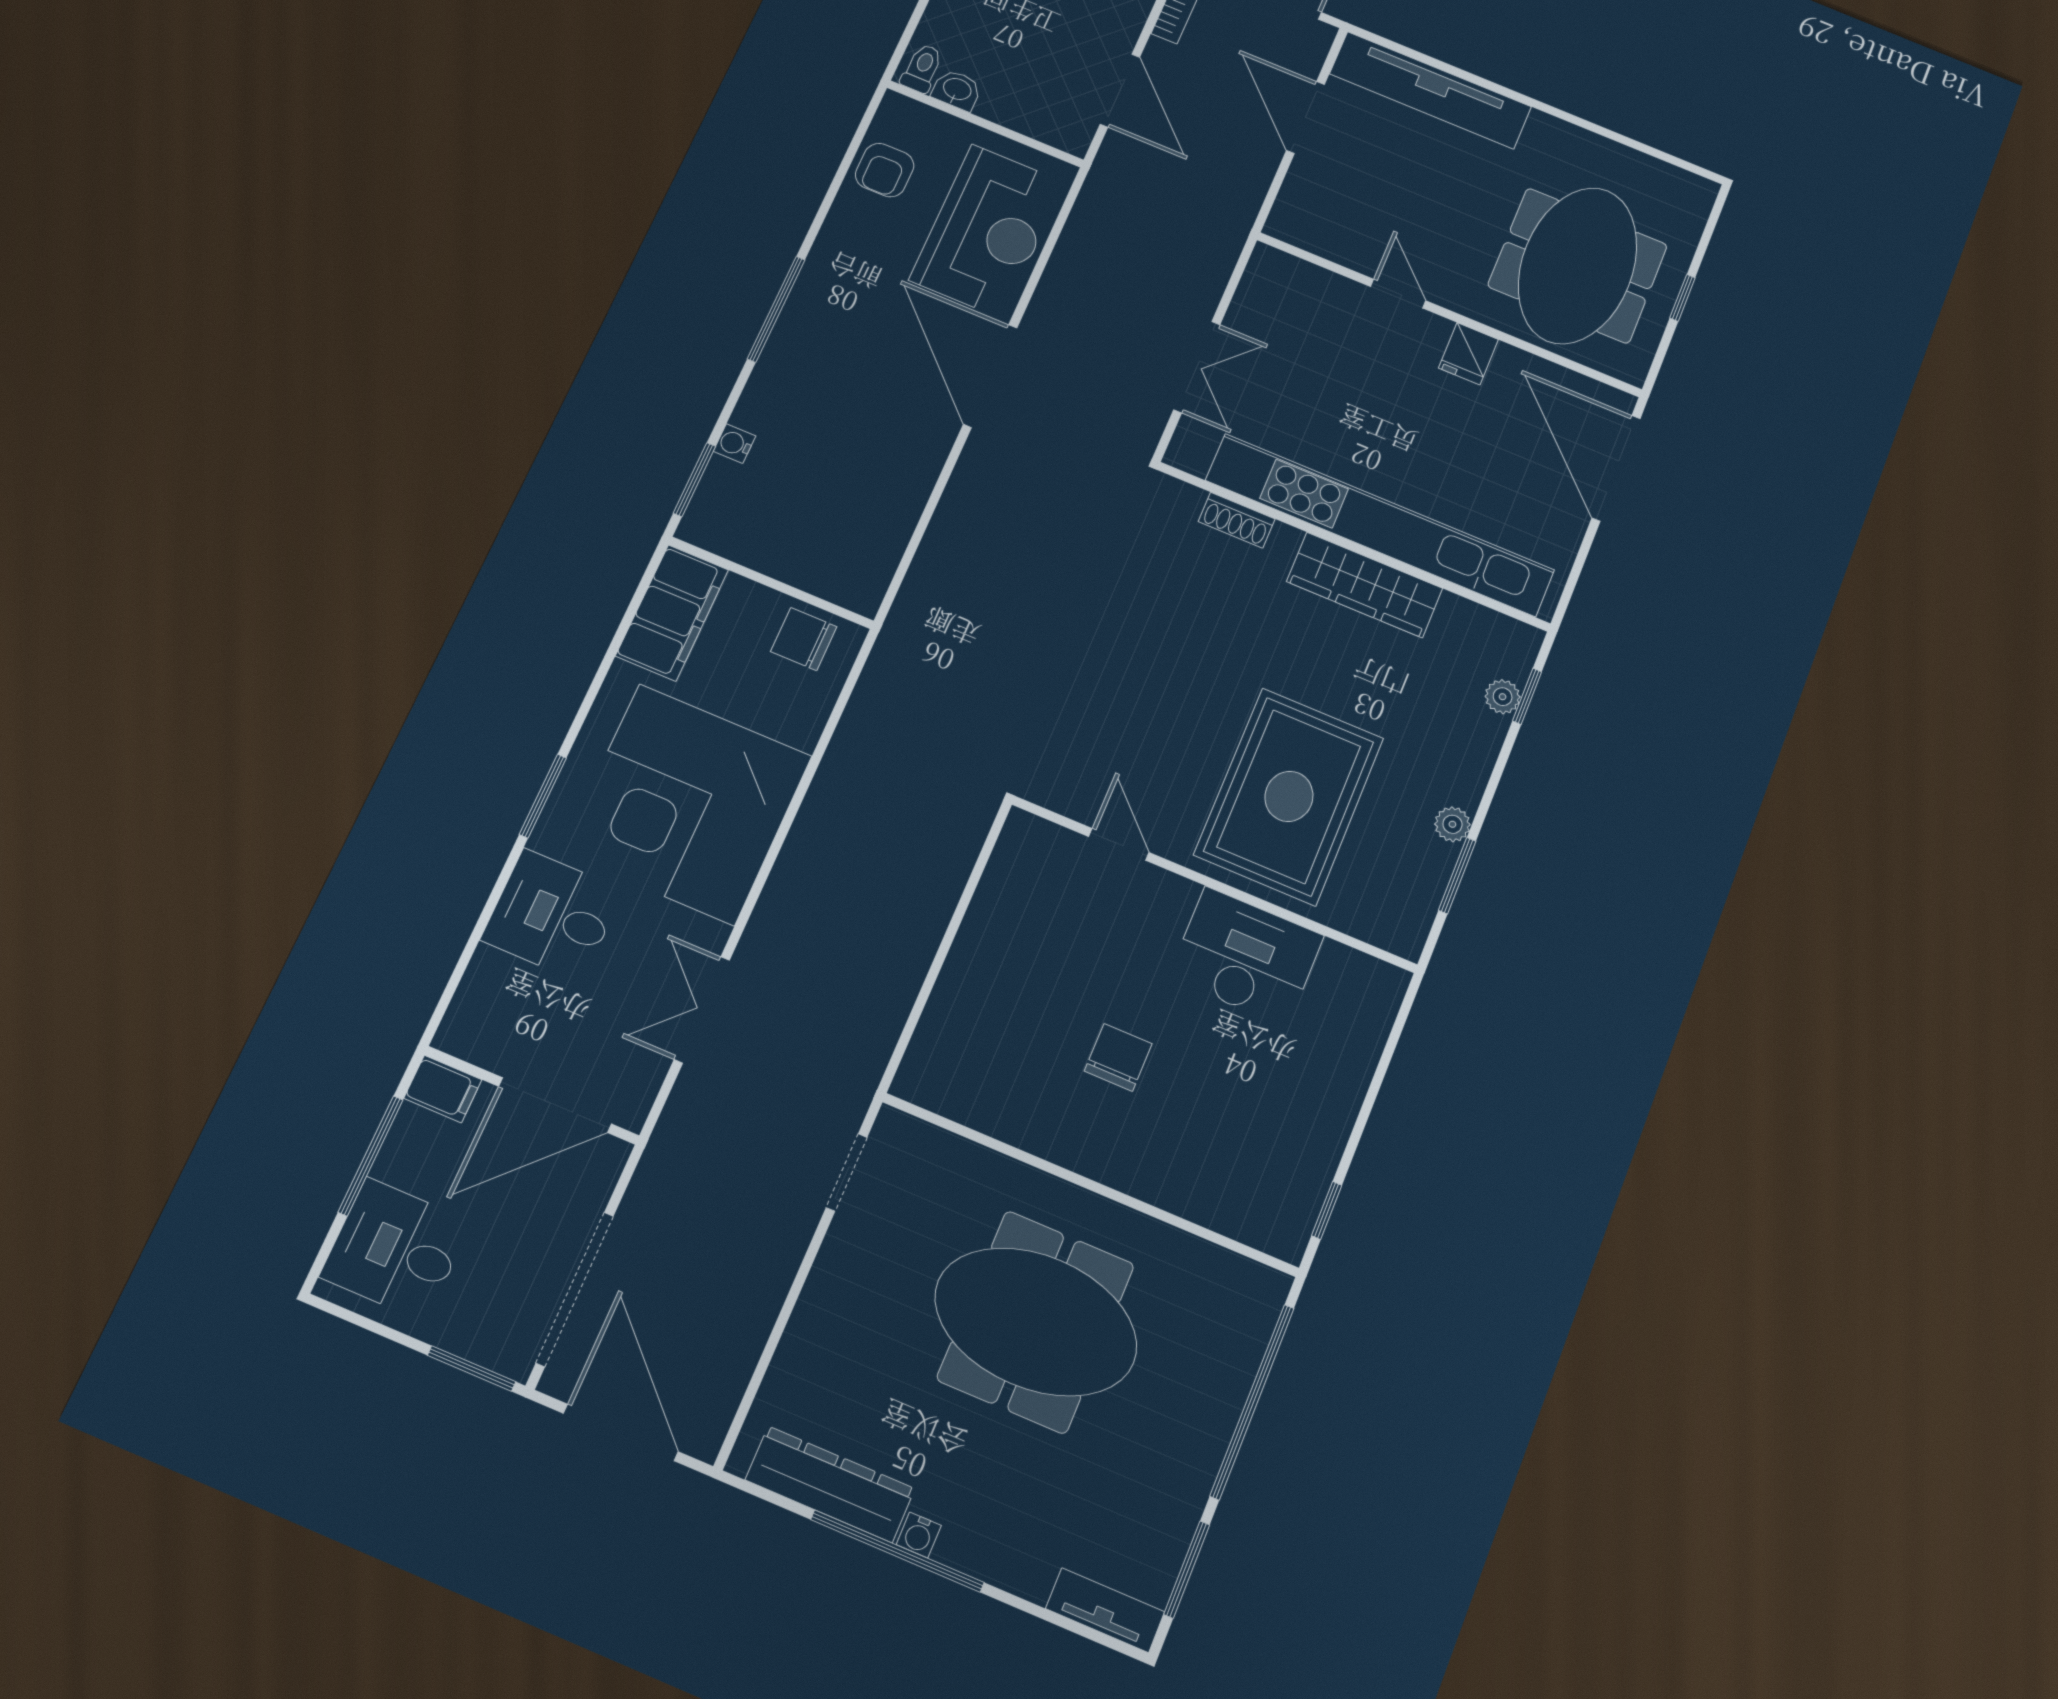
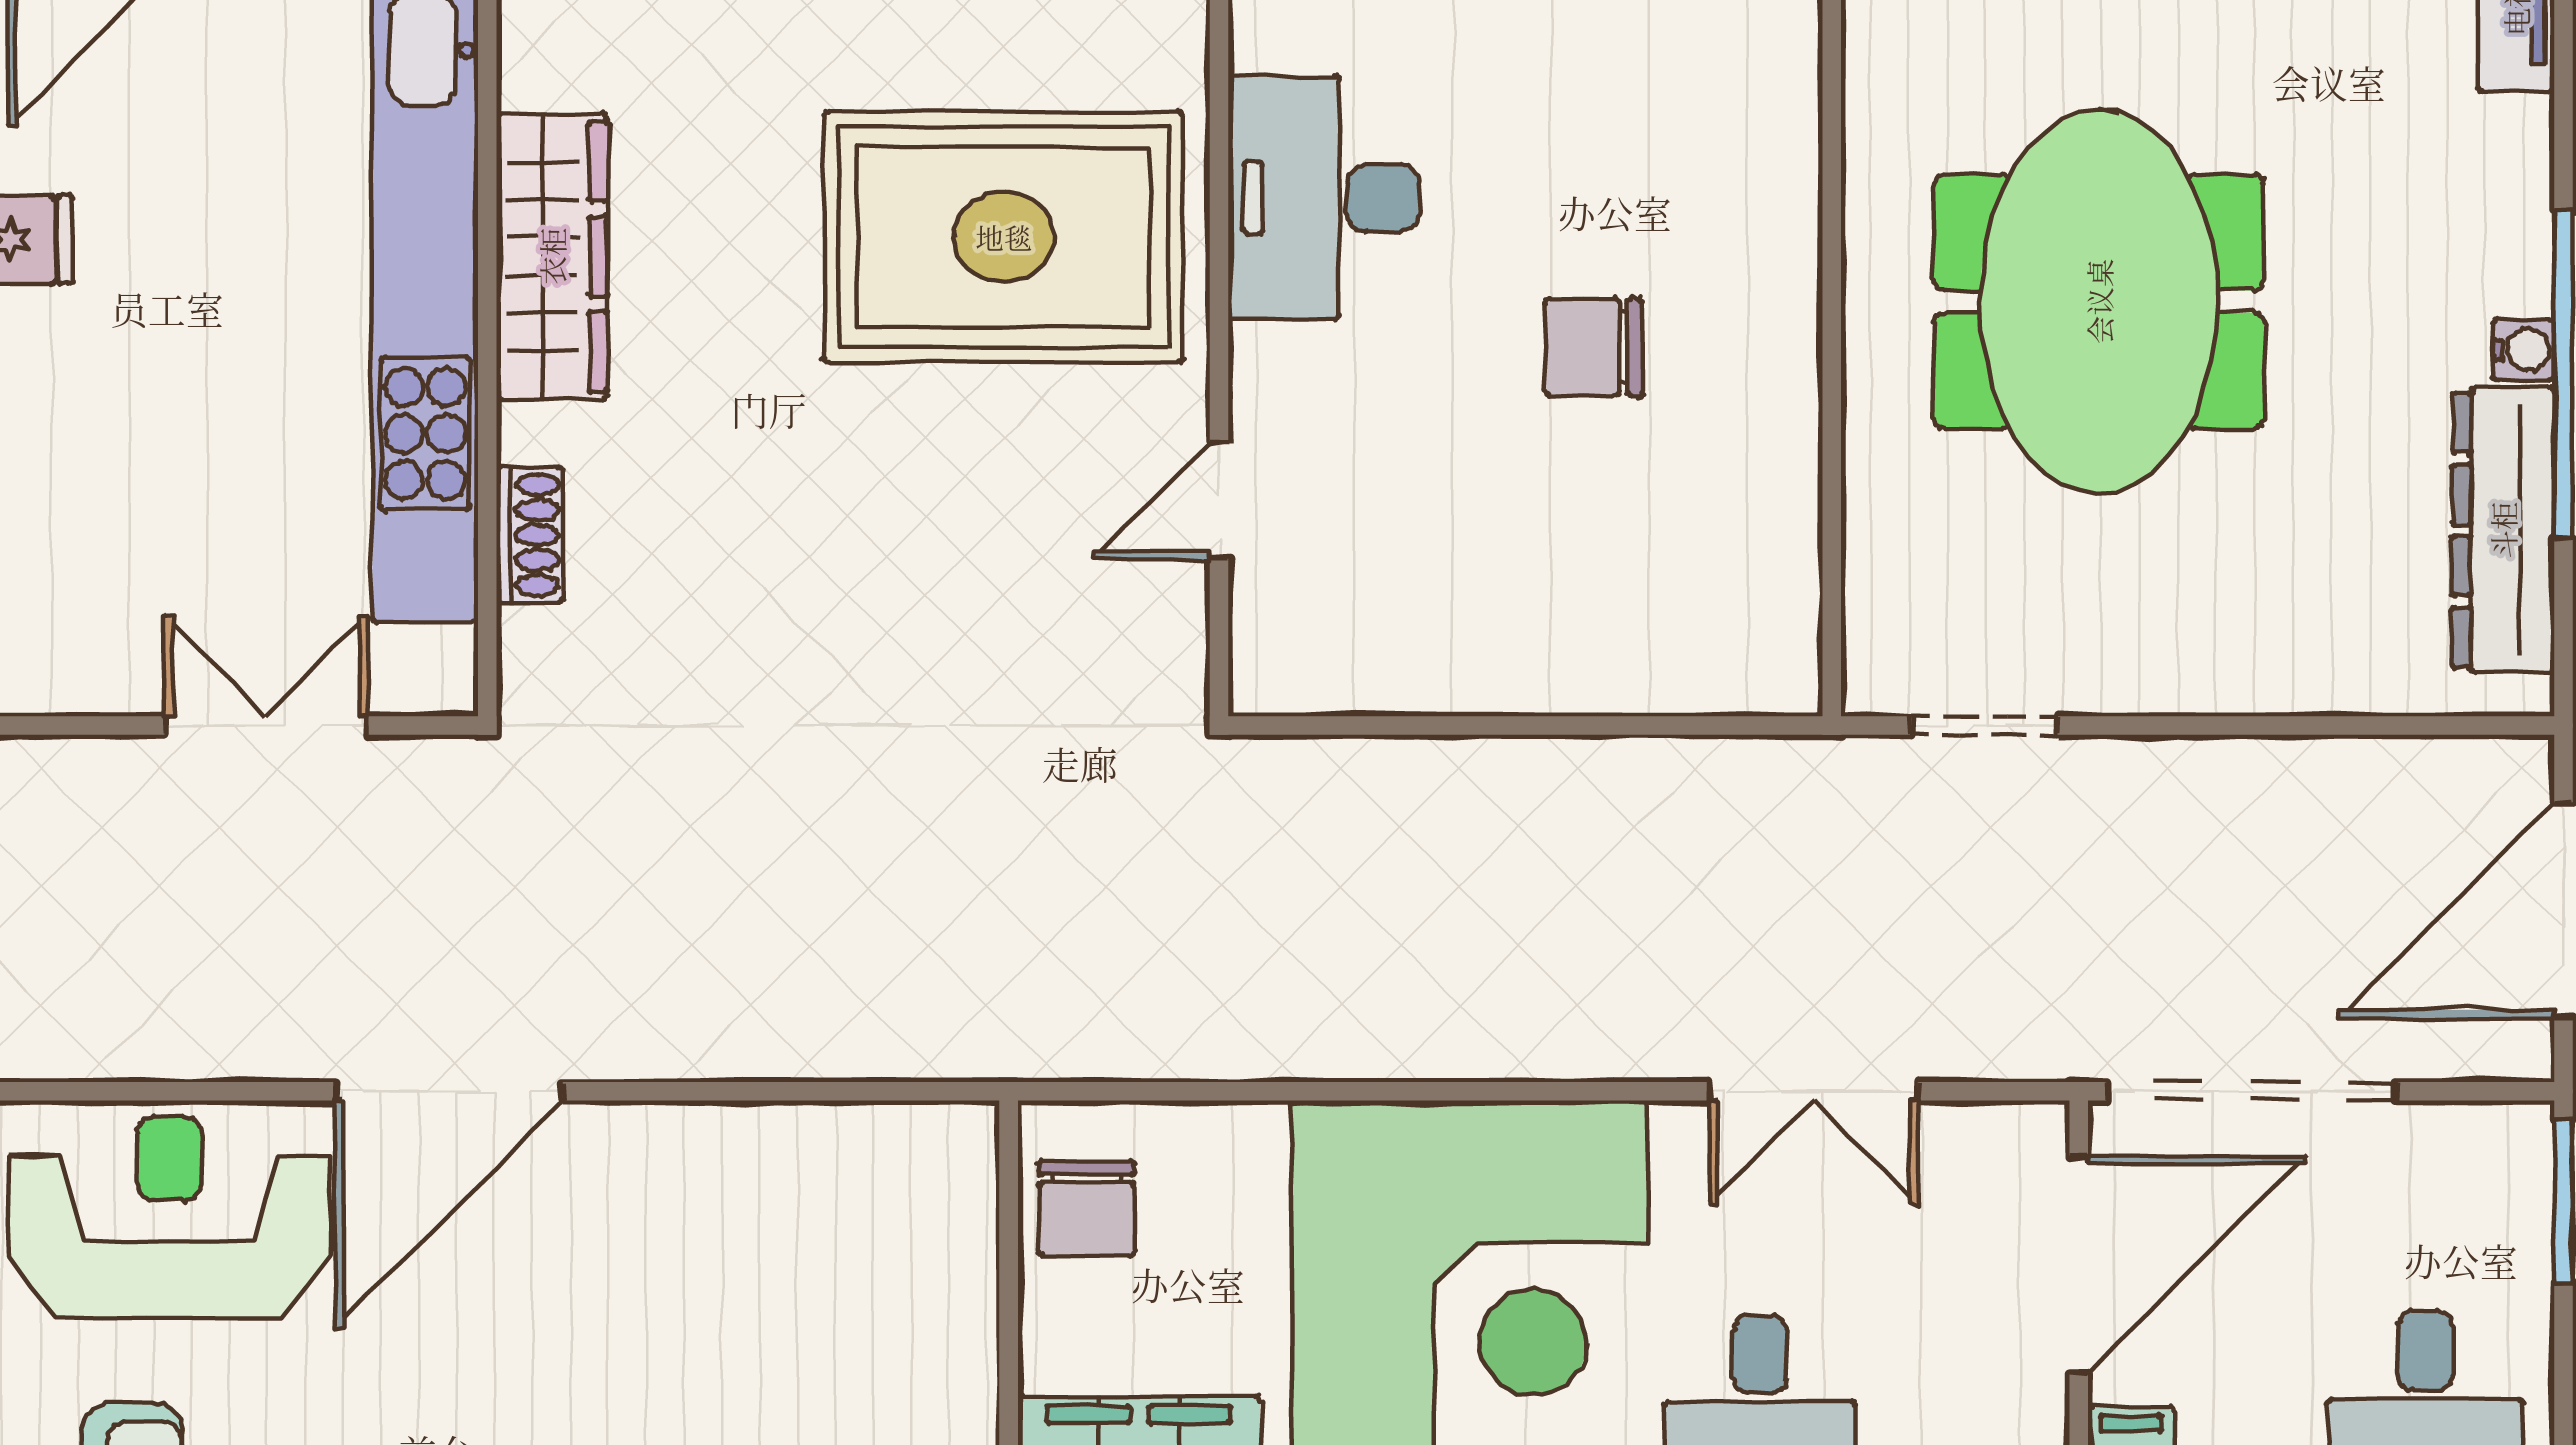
door: (555, 1105) -> (2079, 1264), hinge flipped
doorway: (575, 1289) -> (2251, 1091), moved

